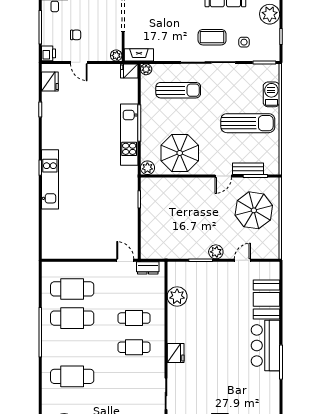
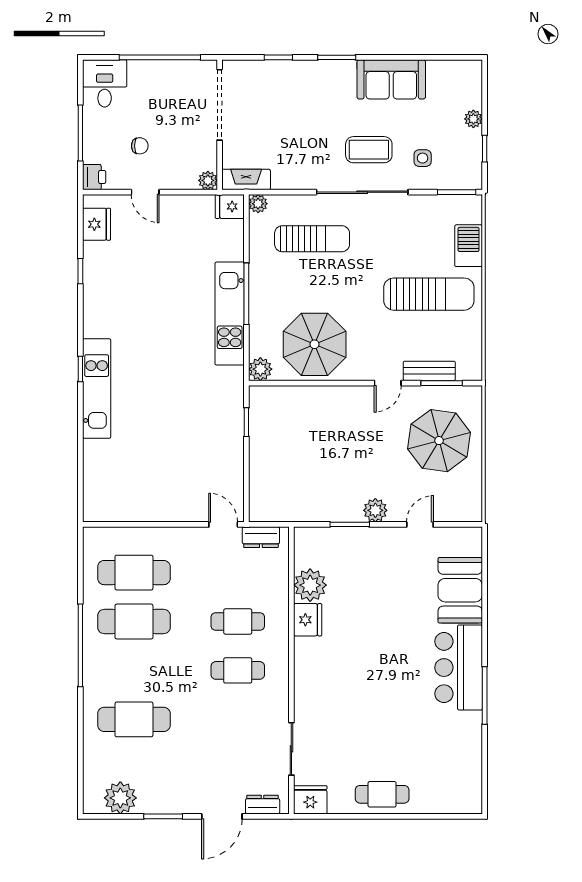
plant: (270, 14) -> (473, 119), width x0.53, depth x0.53
fridge: (176, 353) -> (308, 620), moved

